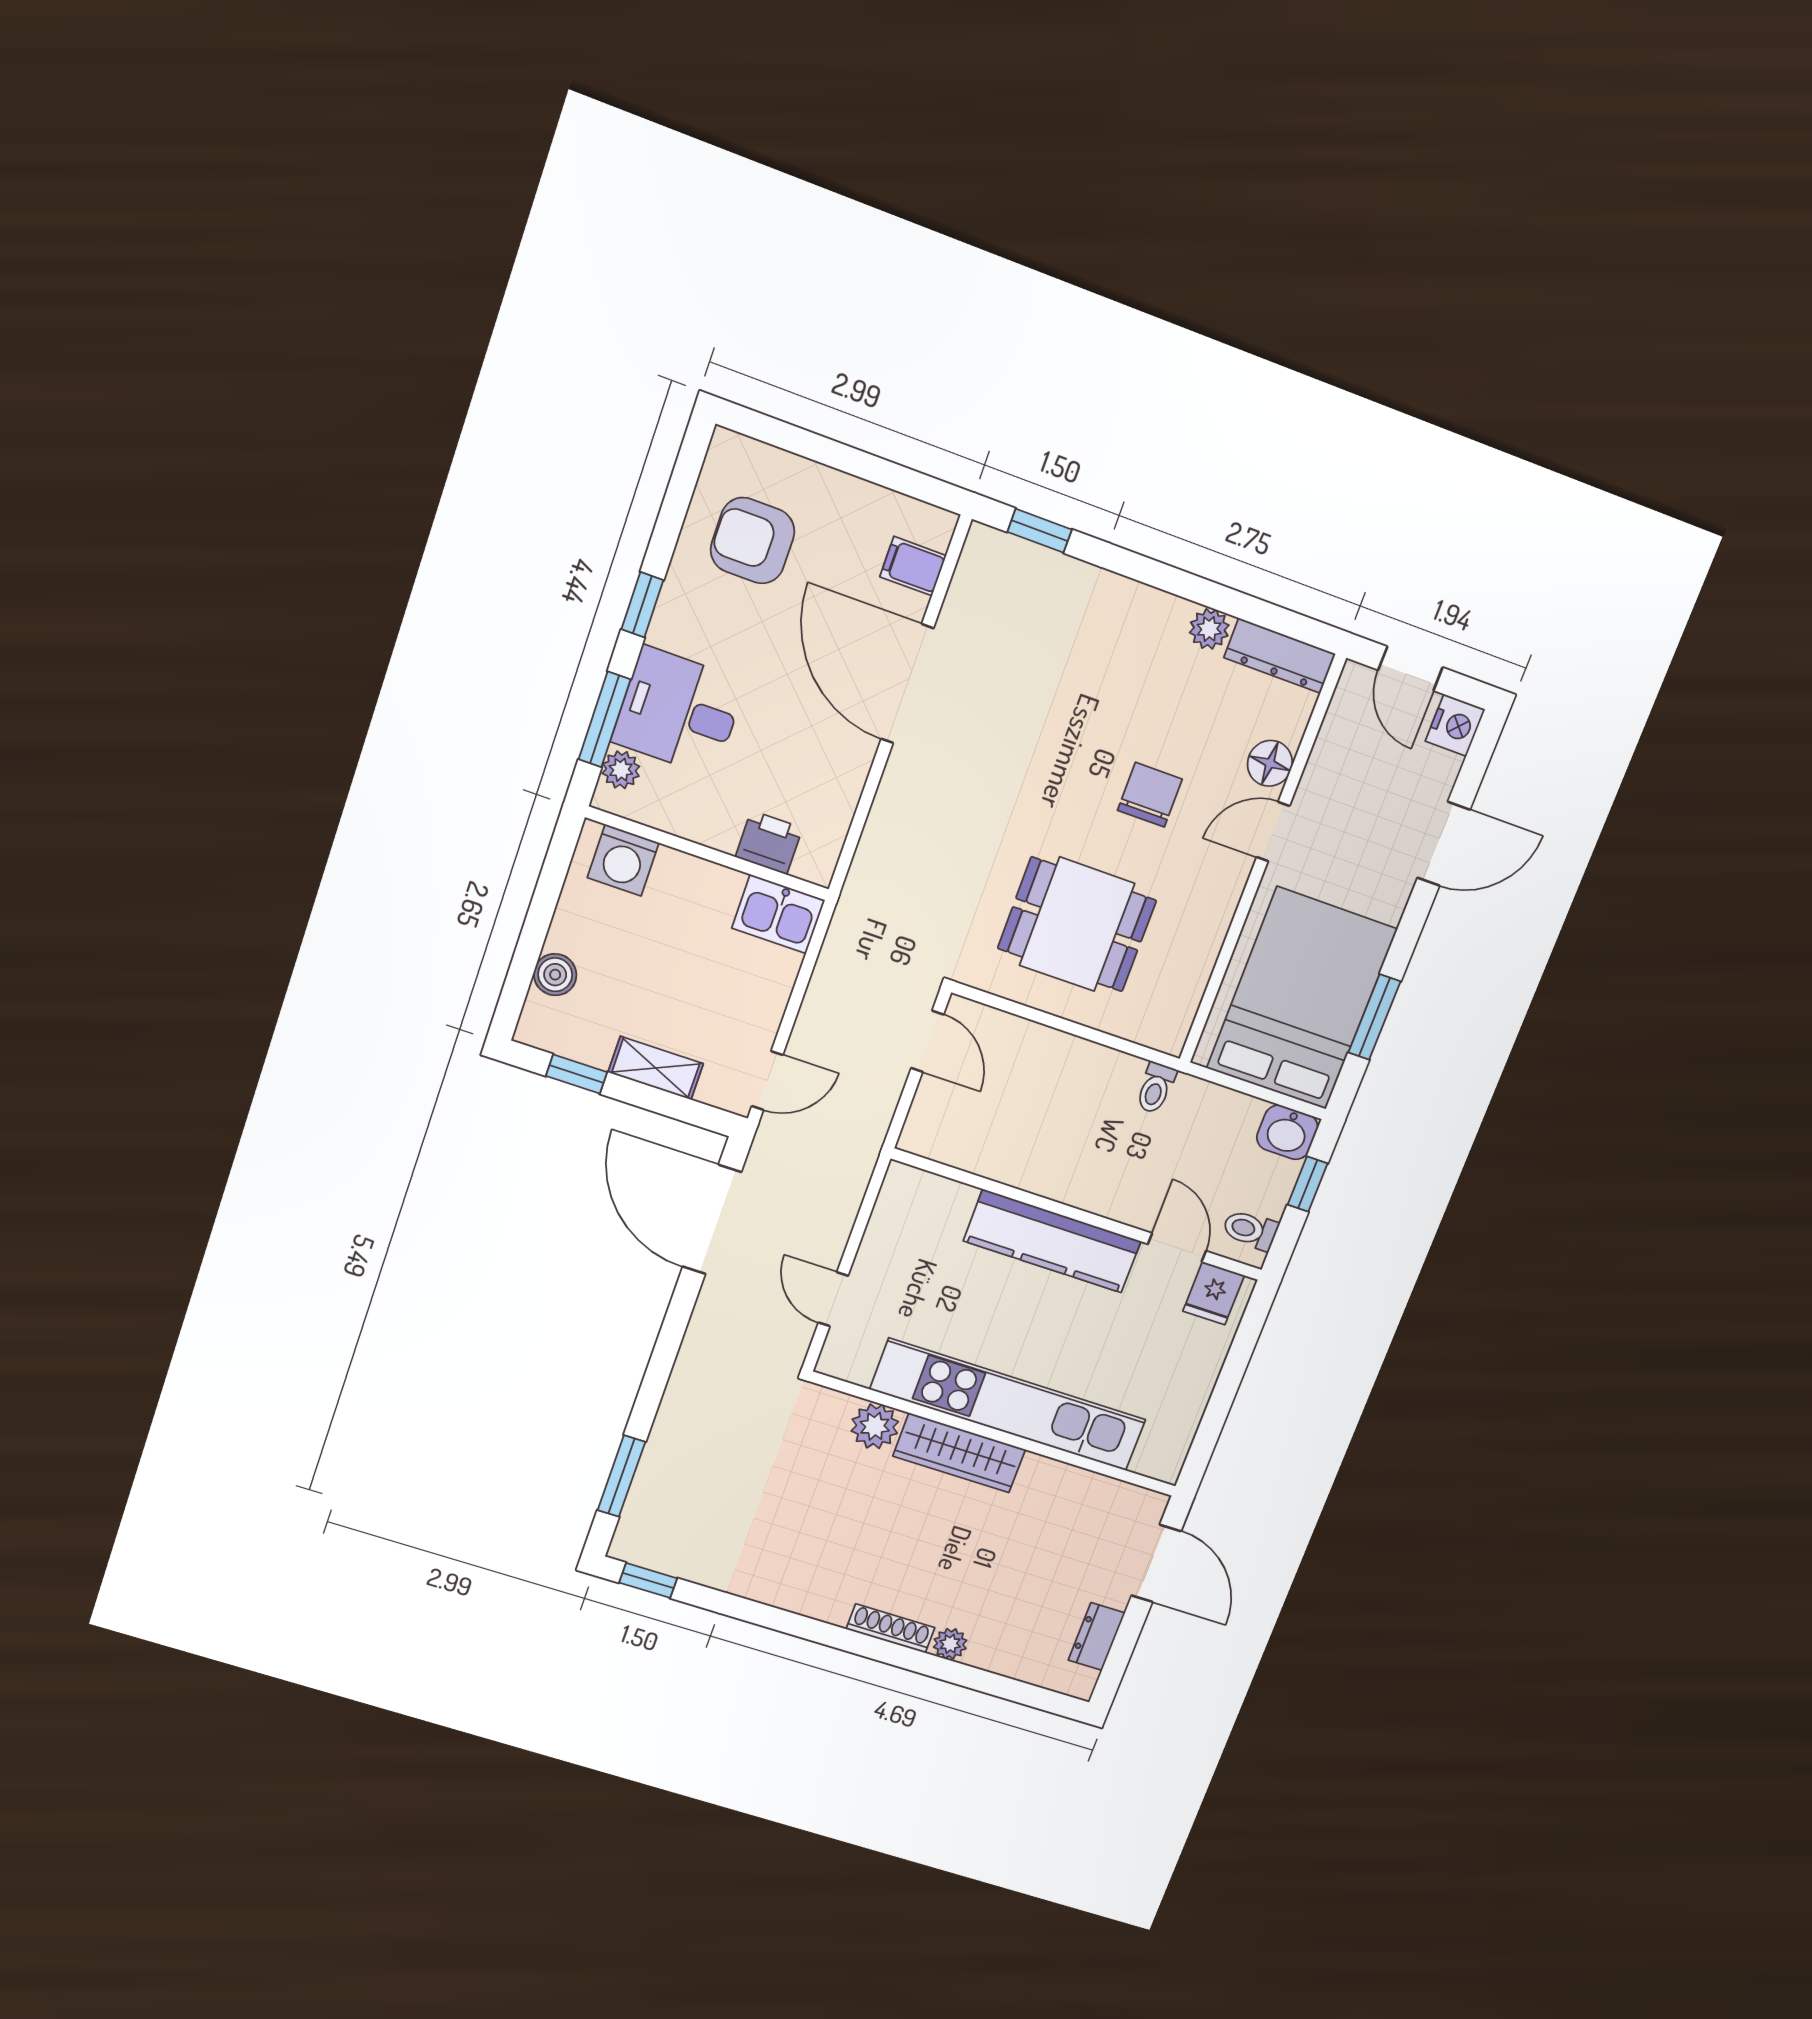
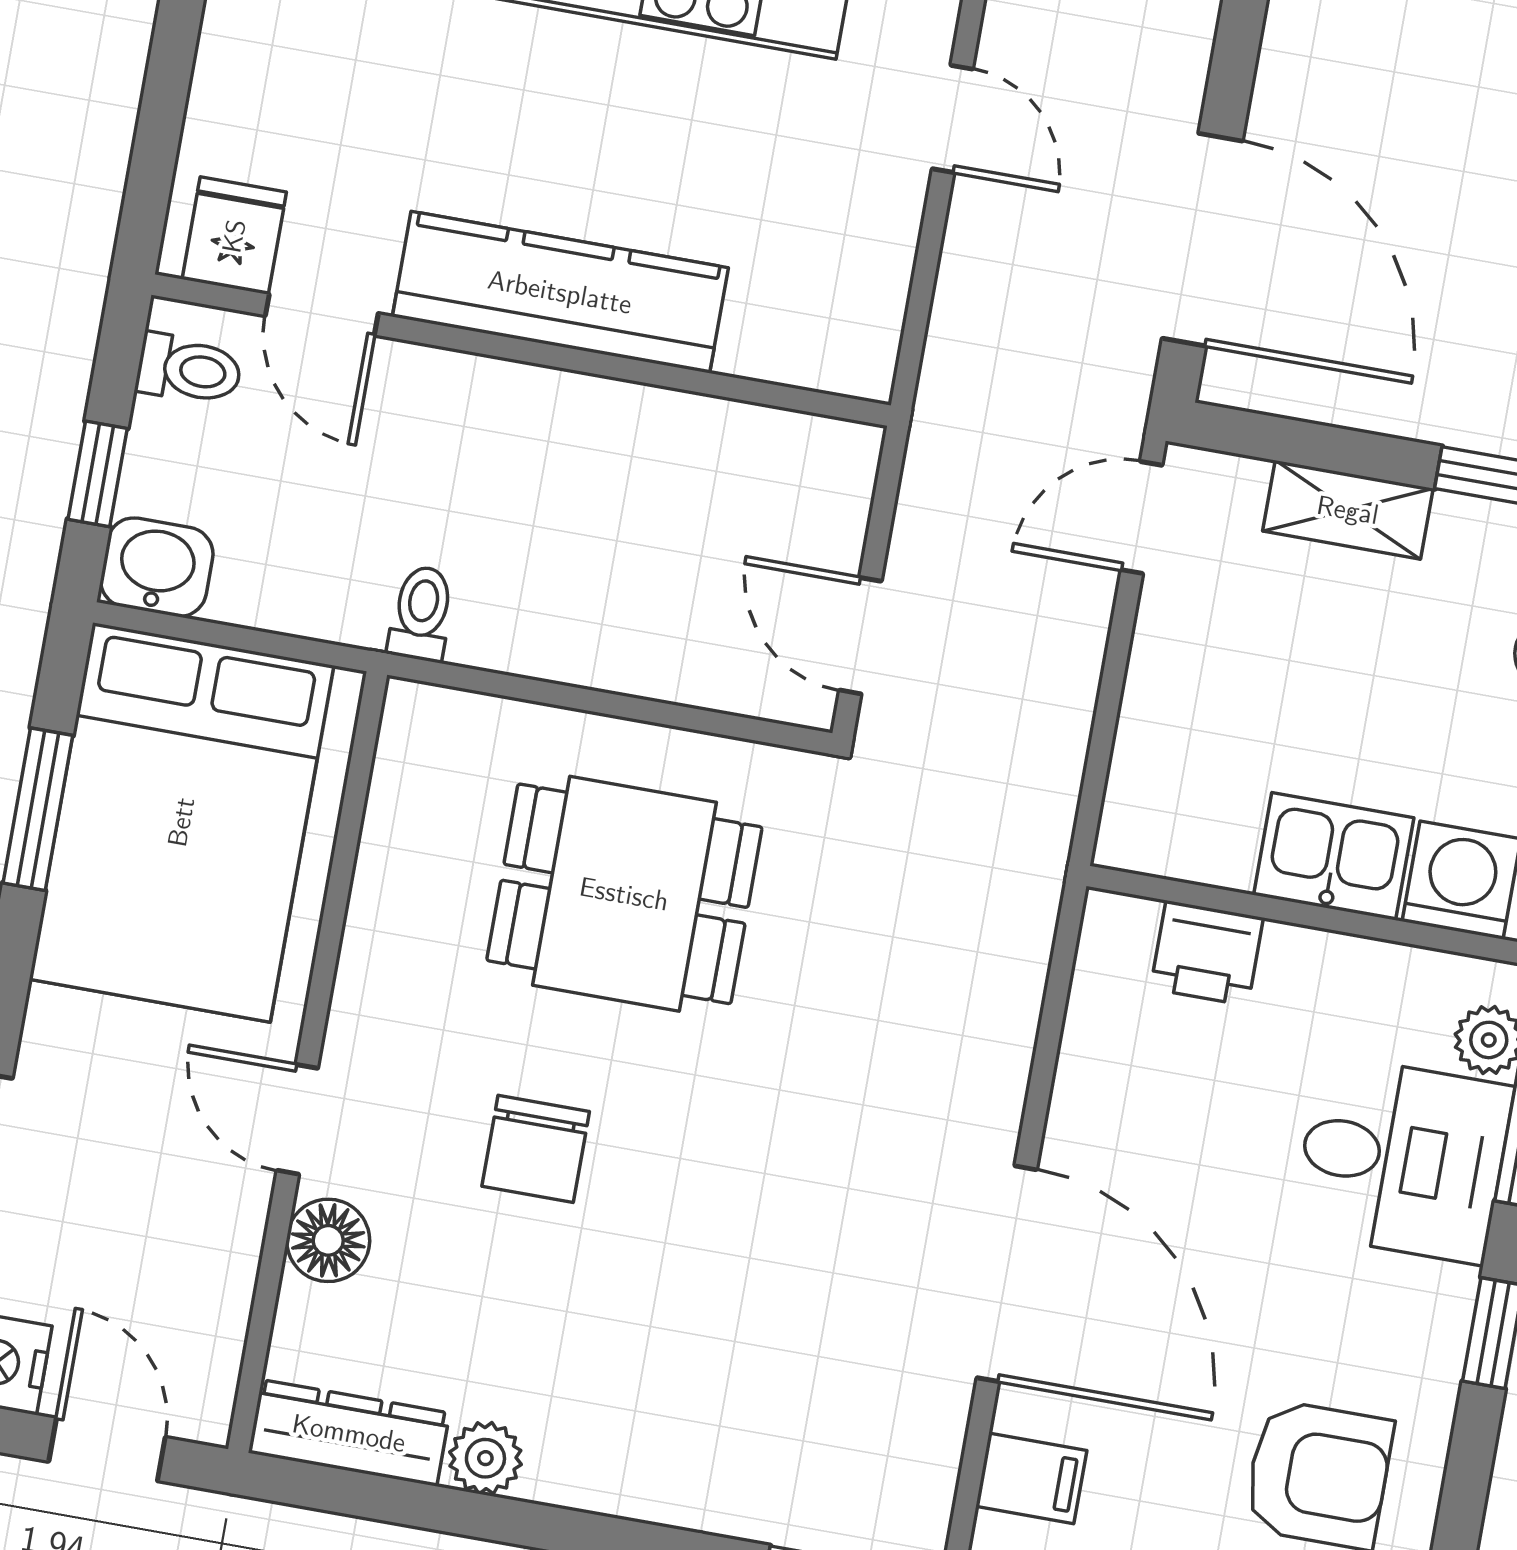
door: (1273, 832) -> (297, 1119), swing flipped
kitchen sink: (778, 914) -> (1334, 856), moved

